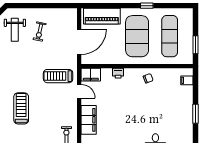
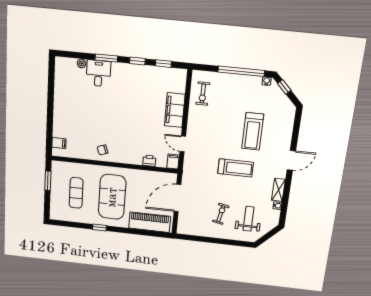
exercise mat: (170, 36) -> (76, 193), width x0.73, depth x0.69
printer: (118, 73) -> (149, 161), moved
filing cabinet: (91, 75) -> (173, 162), width x0.50
treadmill: (58, 76) -> (236, 168), moved
window: (196, 114) -> (50, 104), removed

